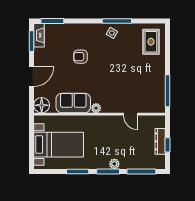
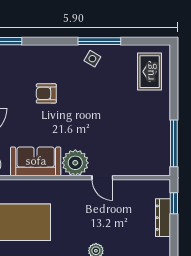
plant: (96, 108) -> (75, 163), width x1.88, depth x1.88
door: (131, 114) -> (102, 178), moved
window: (168, 145) -> (174, 203), moved

